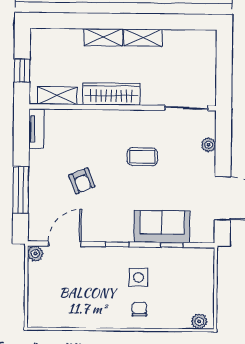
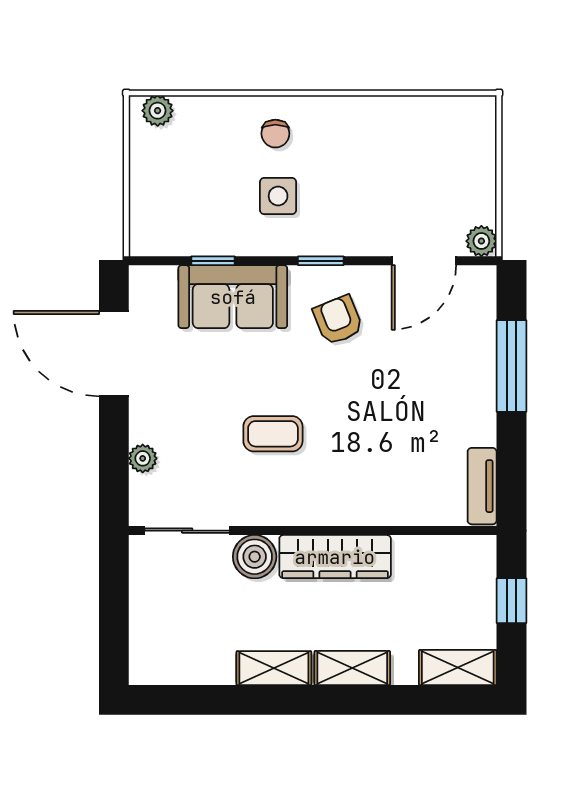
boiler: (152, 94) -> (255, 557), added
shelving: (57, 95) -> (458, 667), moved
armchair: (82, 181) -> (338, 320), moved

